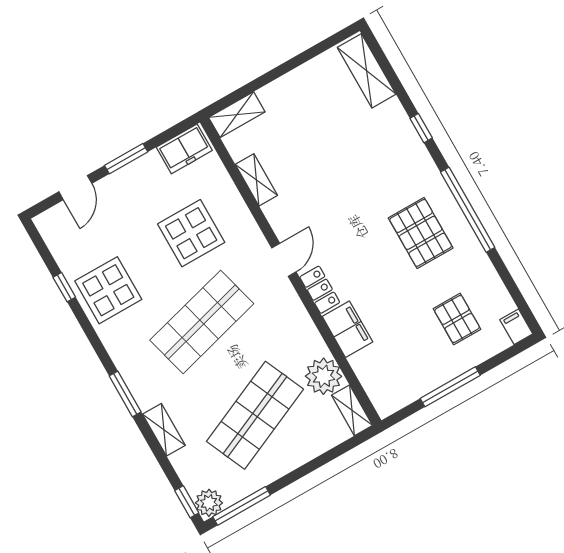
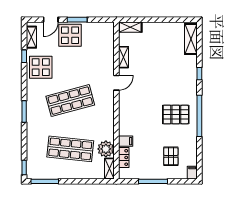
freezer: (184, 149) -> (102, 29), removed
display table: (191, 233) -> (70, 35), moved
pallet: (421, 233) -> (176, 114), turned 90
door: (284, 260) -> (116, 83), moved
locker: (320, 290) -> (124, 157), moved
filing cabinet: (347, 329) -> (126, 141), width x0.50
shop shelf: (255, 415) -> (70, 149), turned 30
shelving: (164, 430) -> (31, 37), moved
plant: (209, 503) -> (33, 173), removed

